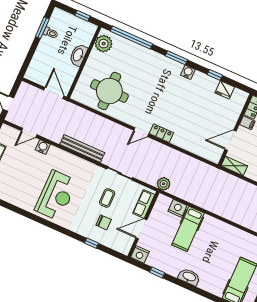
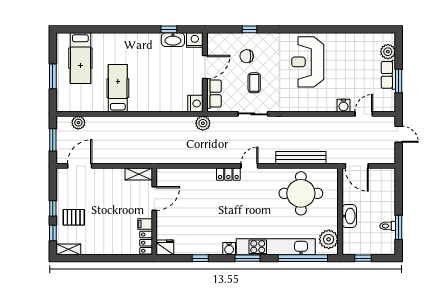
kitchen unit: (149, 57) -> (276, 247), added
fridge: (225, 90) -> (165, 247), moved
bench: (82, 149) -> (301, 158), moved
nightstand: (177, 208) -> (195, 103), moved, turned -90
hospital bed: (188, 229) -> (118, 88), moved
washbasin: (189, 277) -> (173, 40), moved

